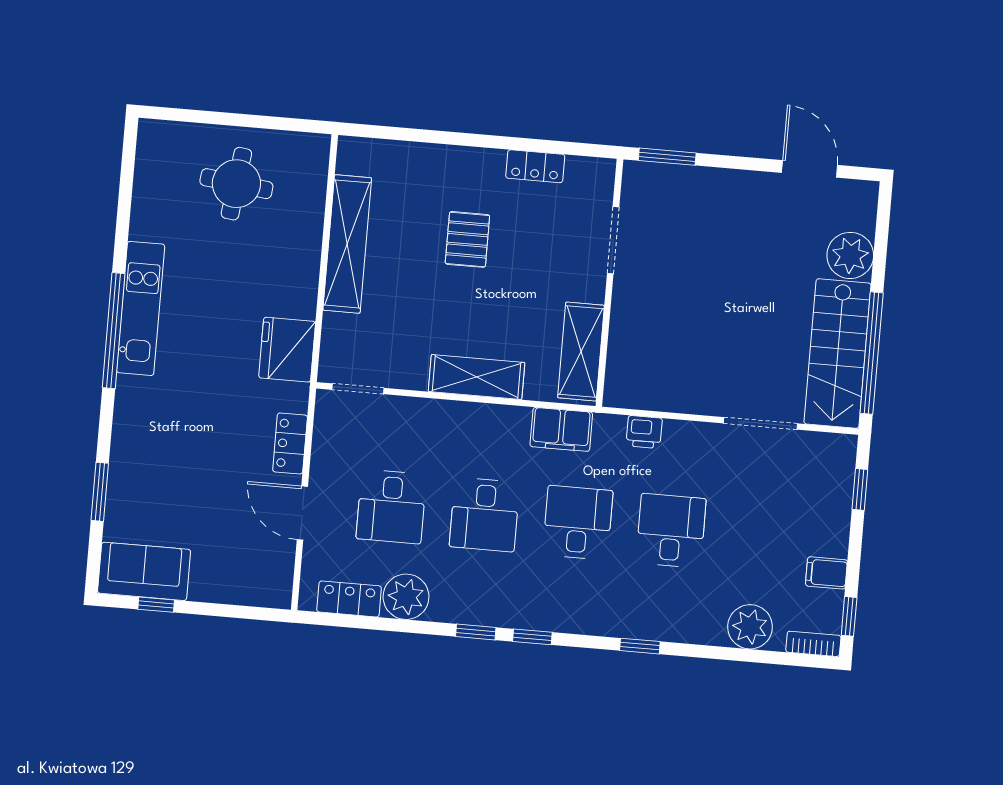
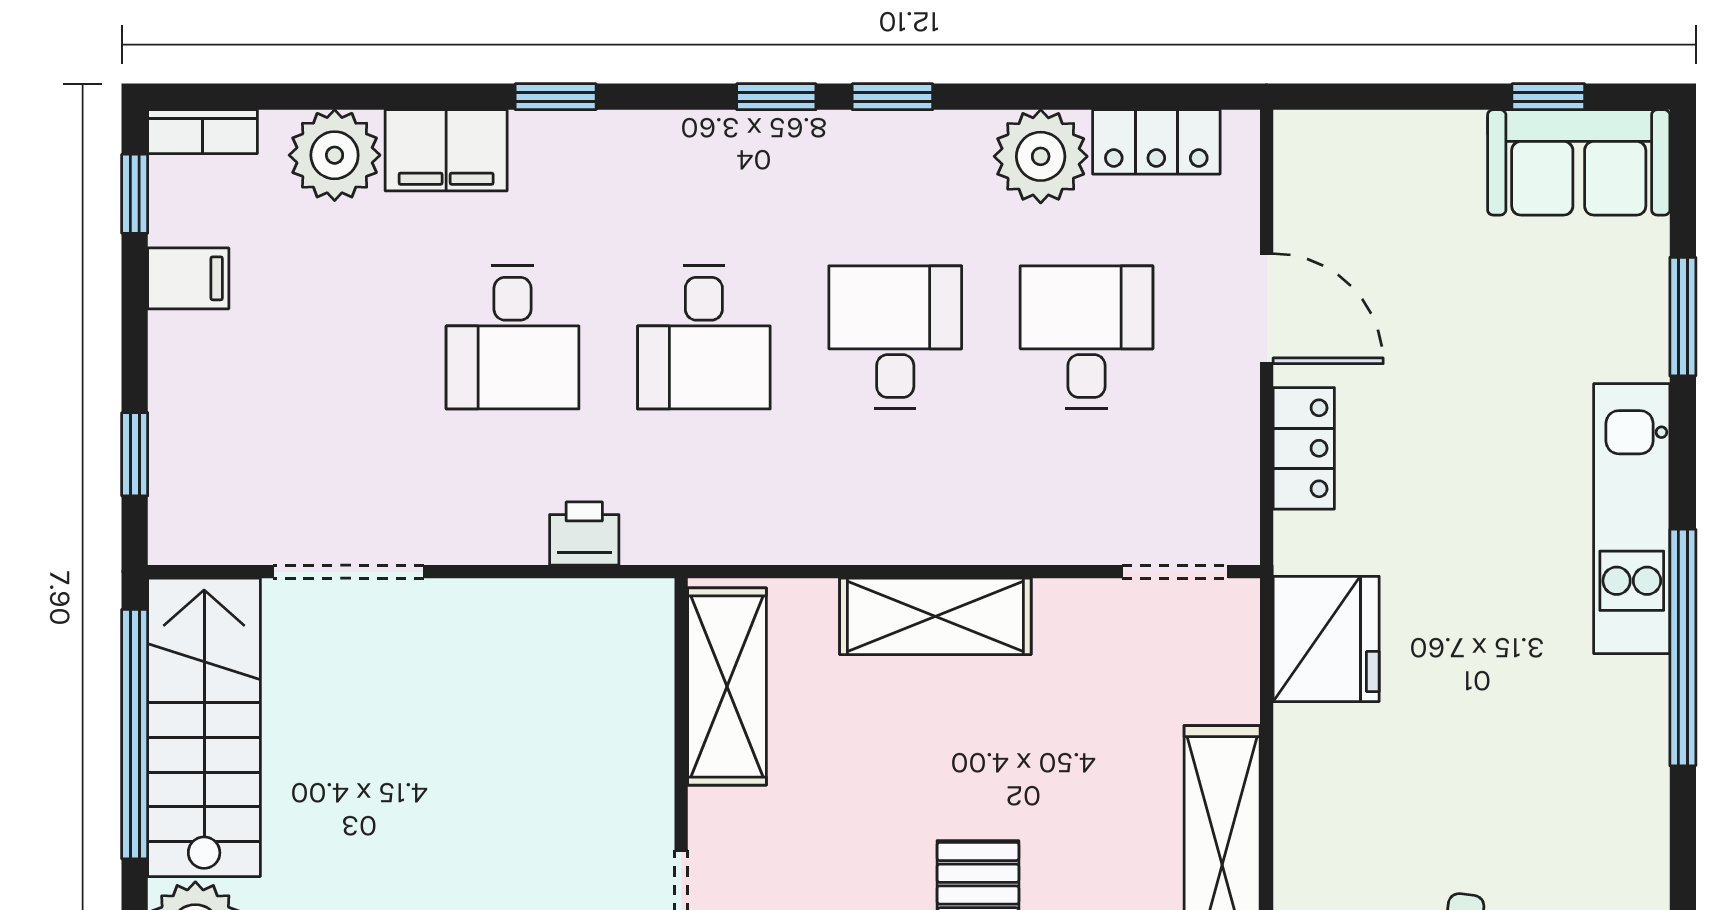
kitchen unit: (141, 308) -> (1632, 519), moved
filing cabinet: (561, 429) -> (446, 150), moved, turned 180

